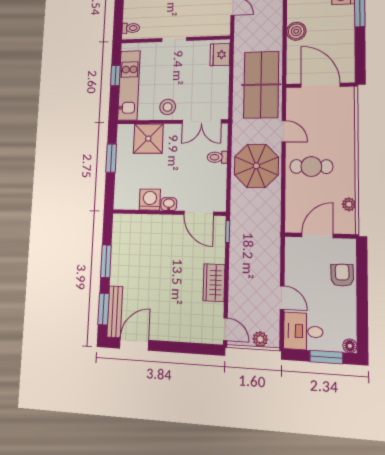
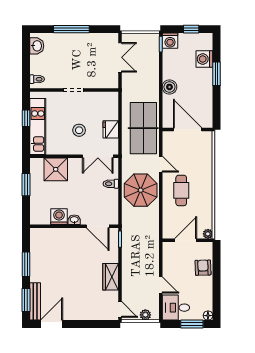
fridge: (220, 55) -> (111, 129), moved
stool: (168, 107) -> (79, 130), moved
cafe table: (311, 167) -> (181, 190), turned 90
plant: (349, 204) -> (208, 234), moved

